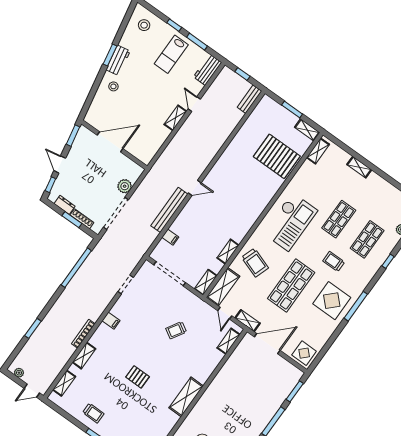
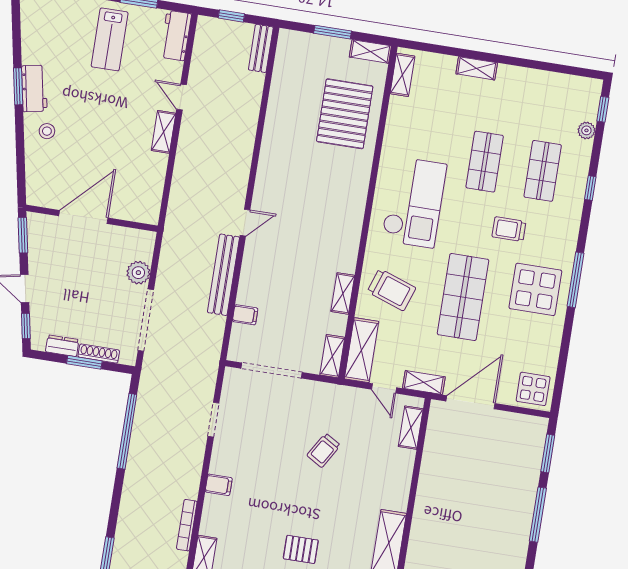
stool: (144, 25) -> (47, 16), removed
pallet: (277, 156) -> (345, 114), turned 90

